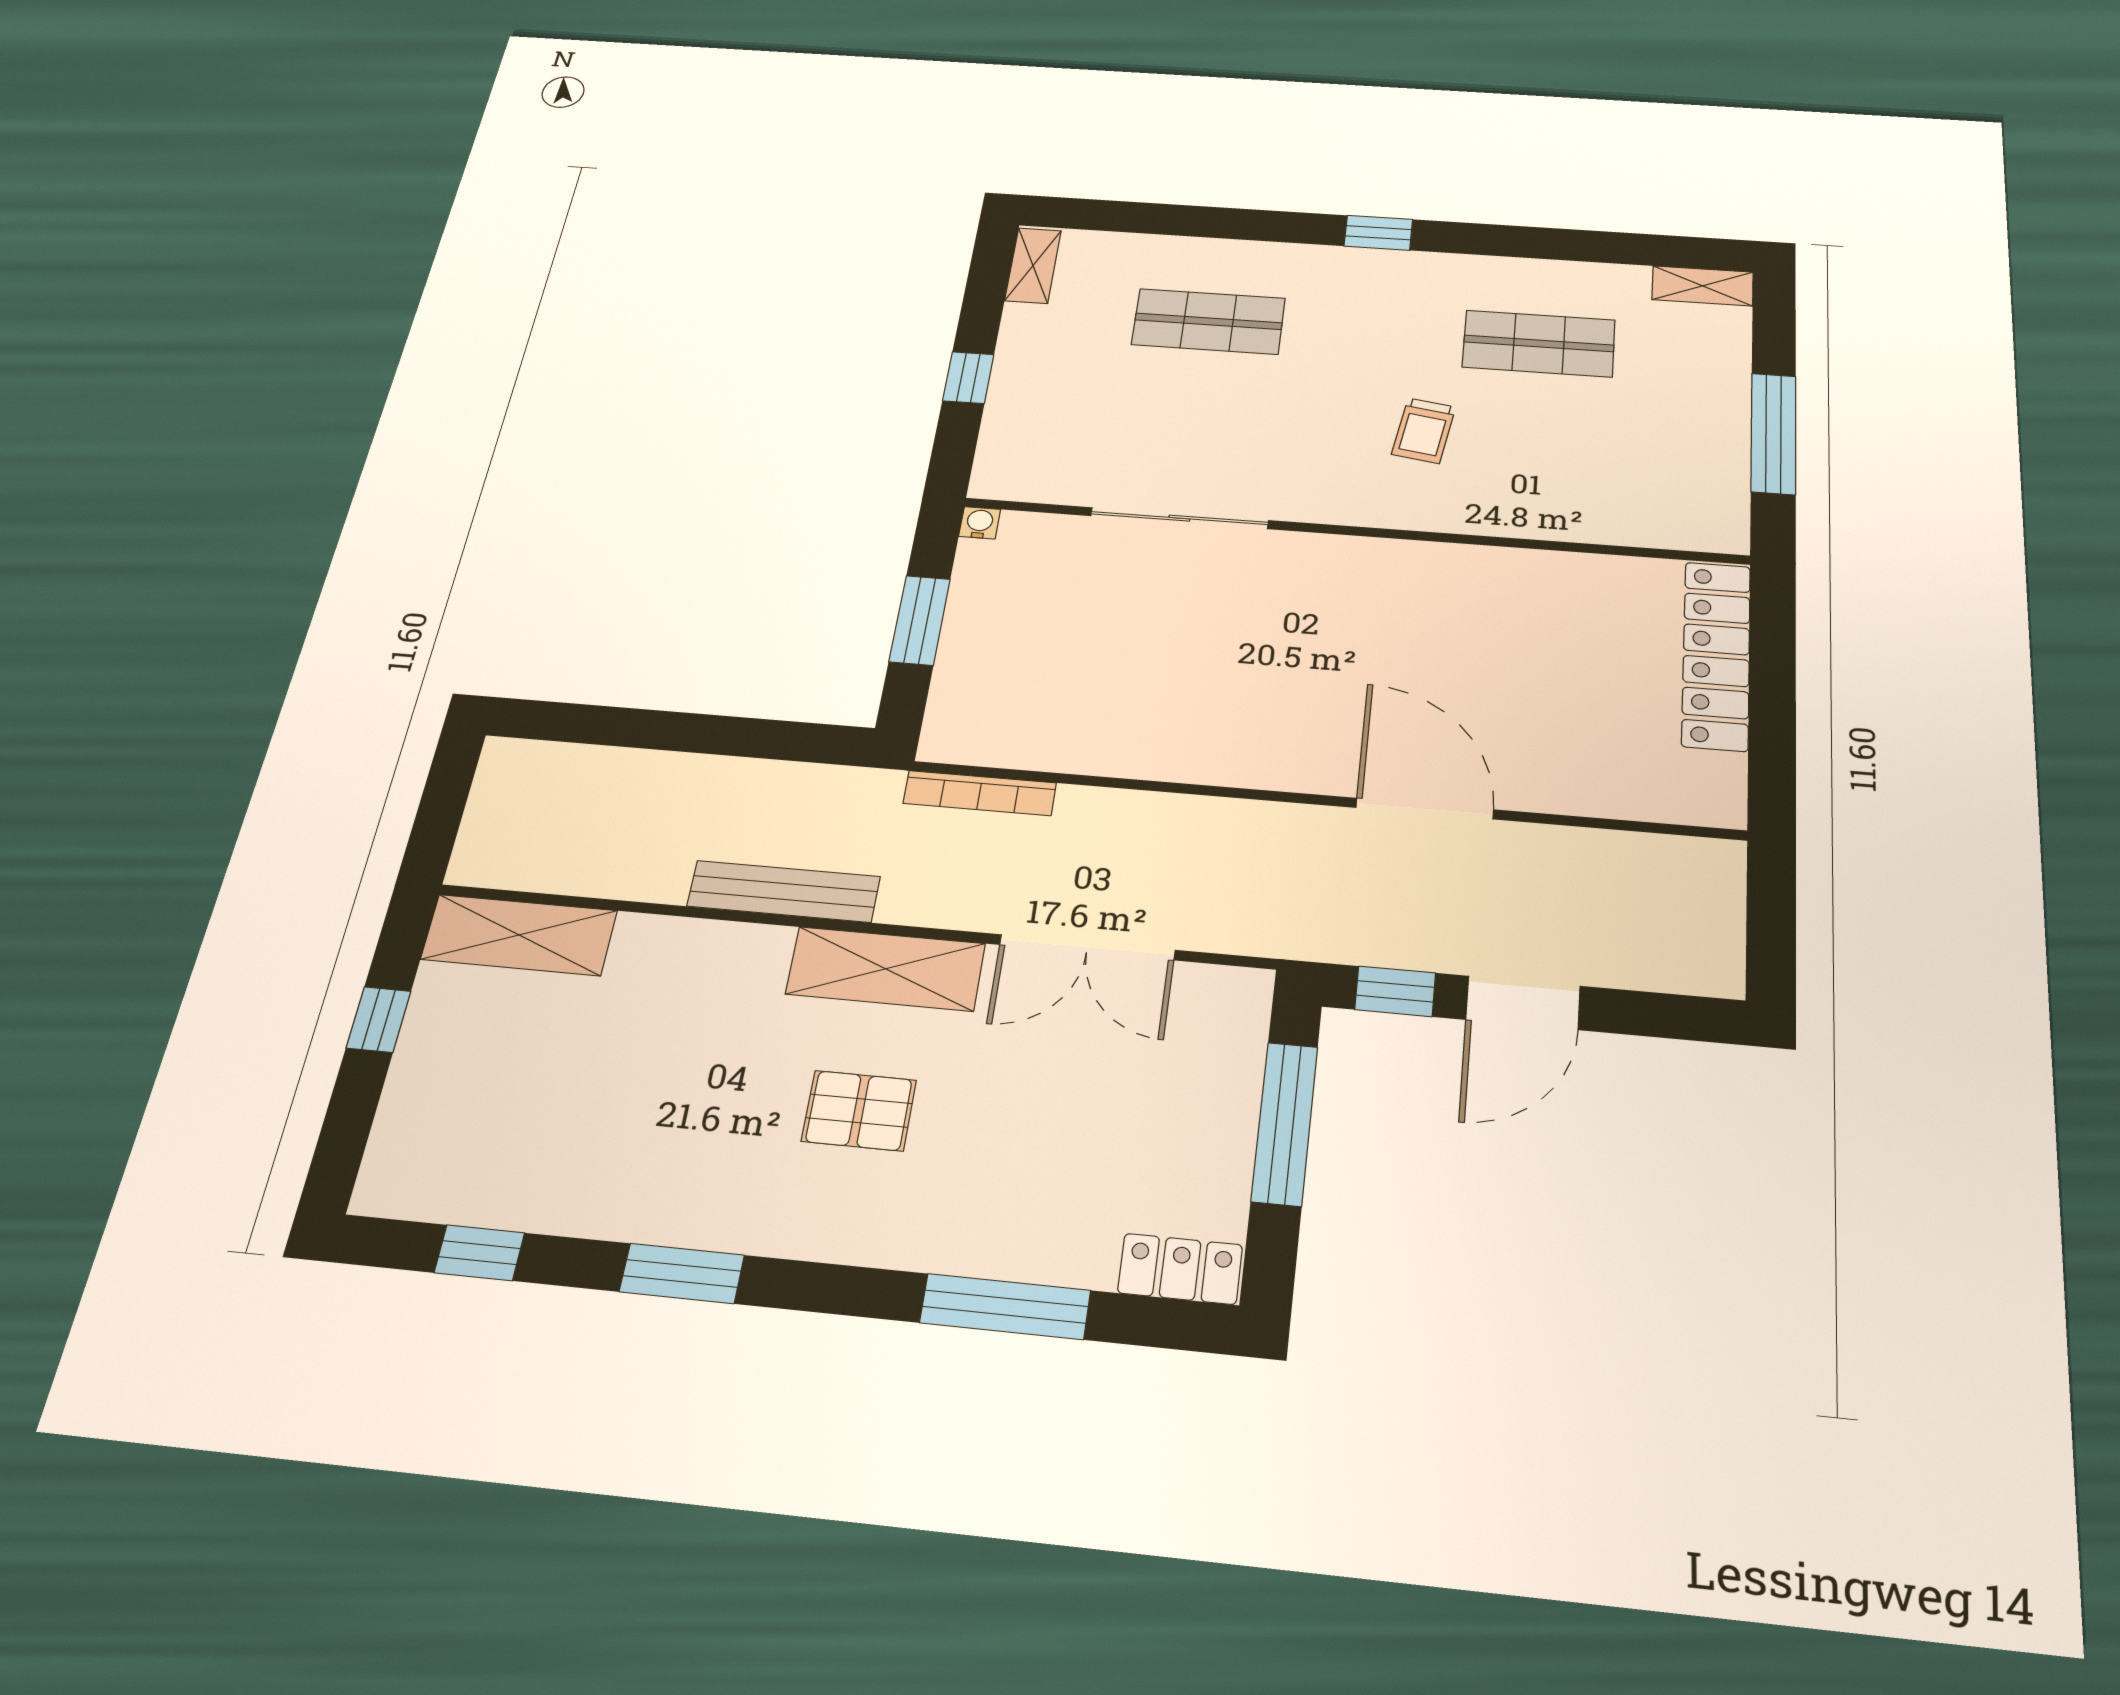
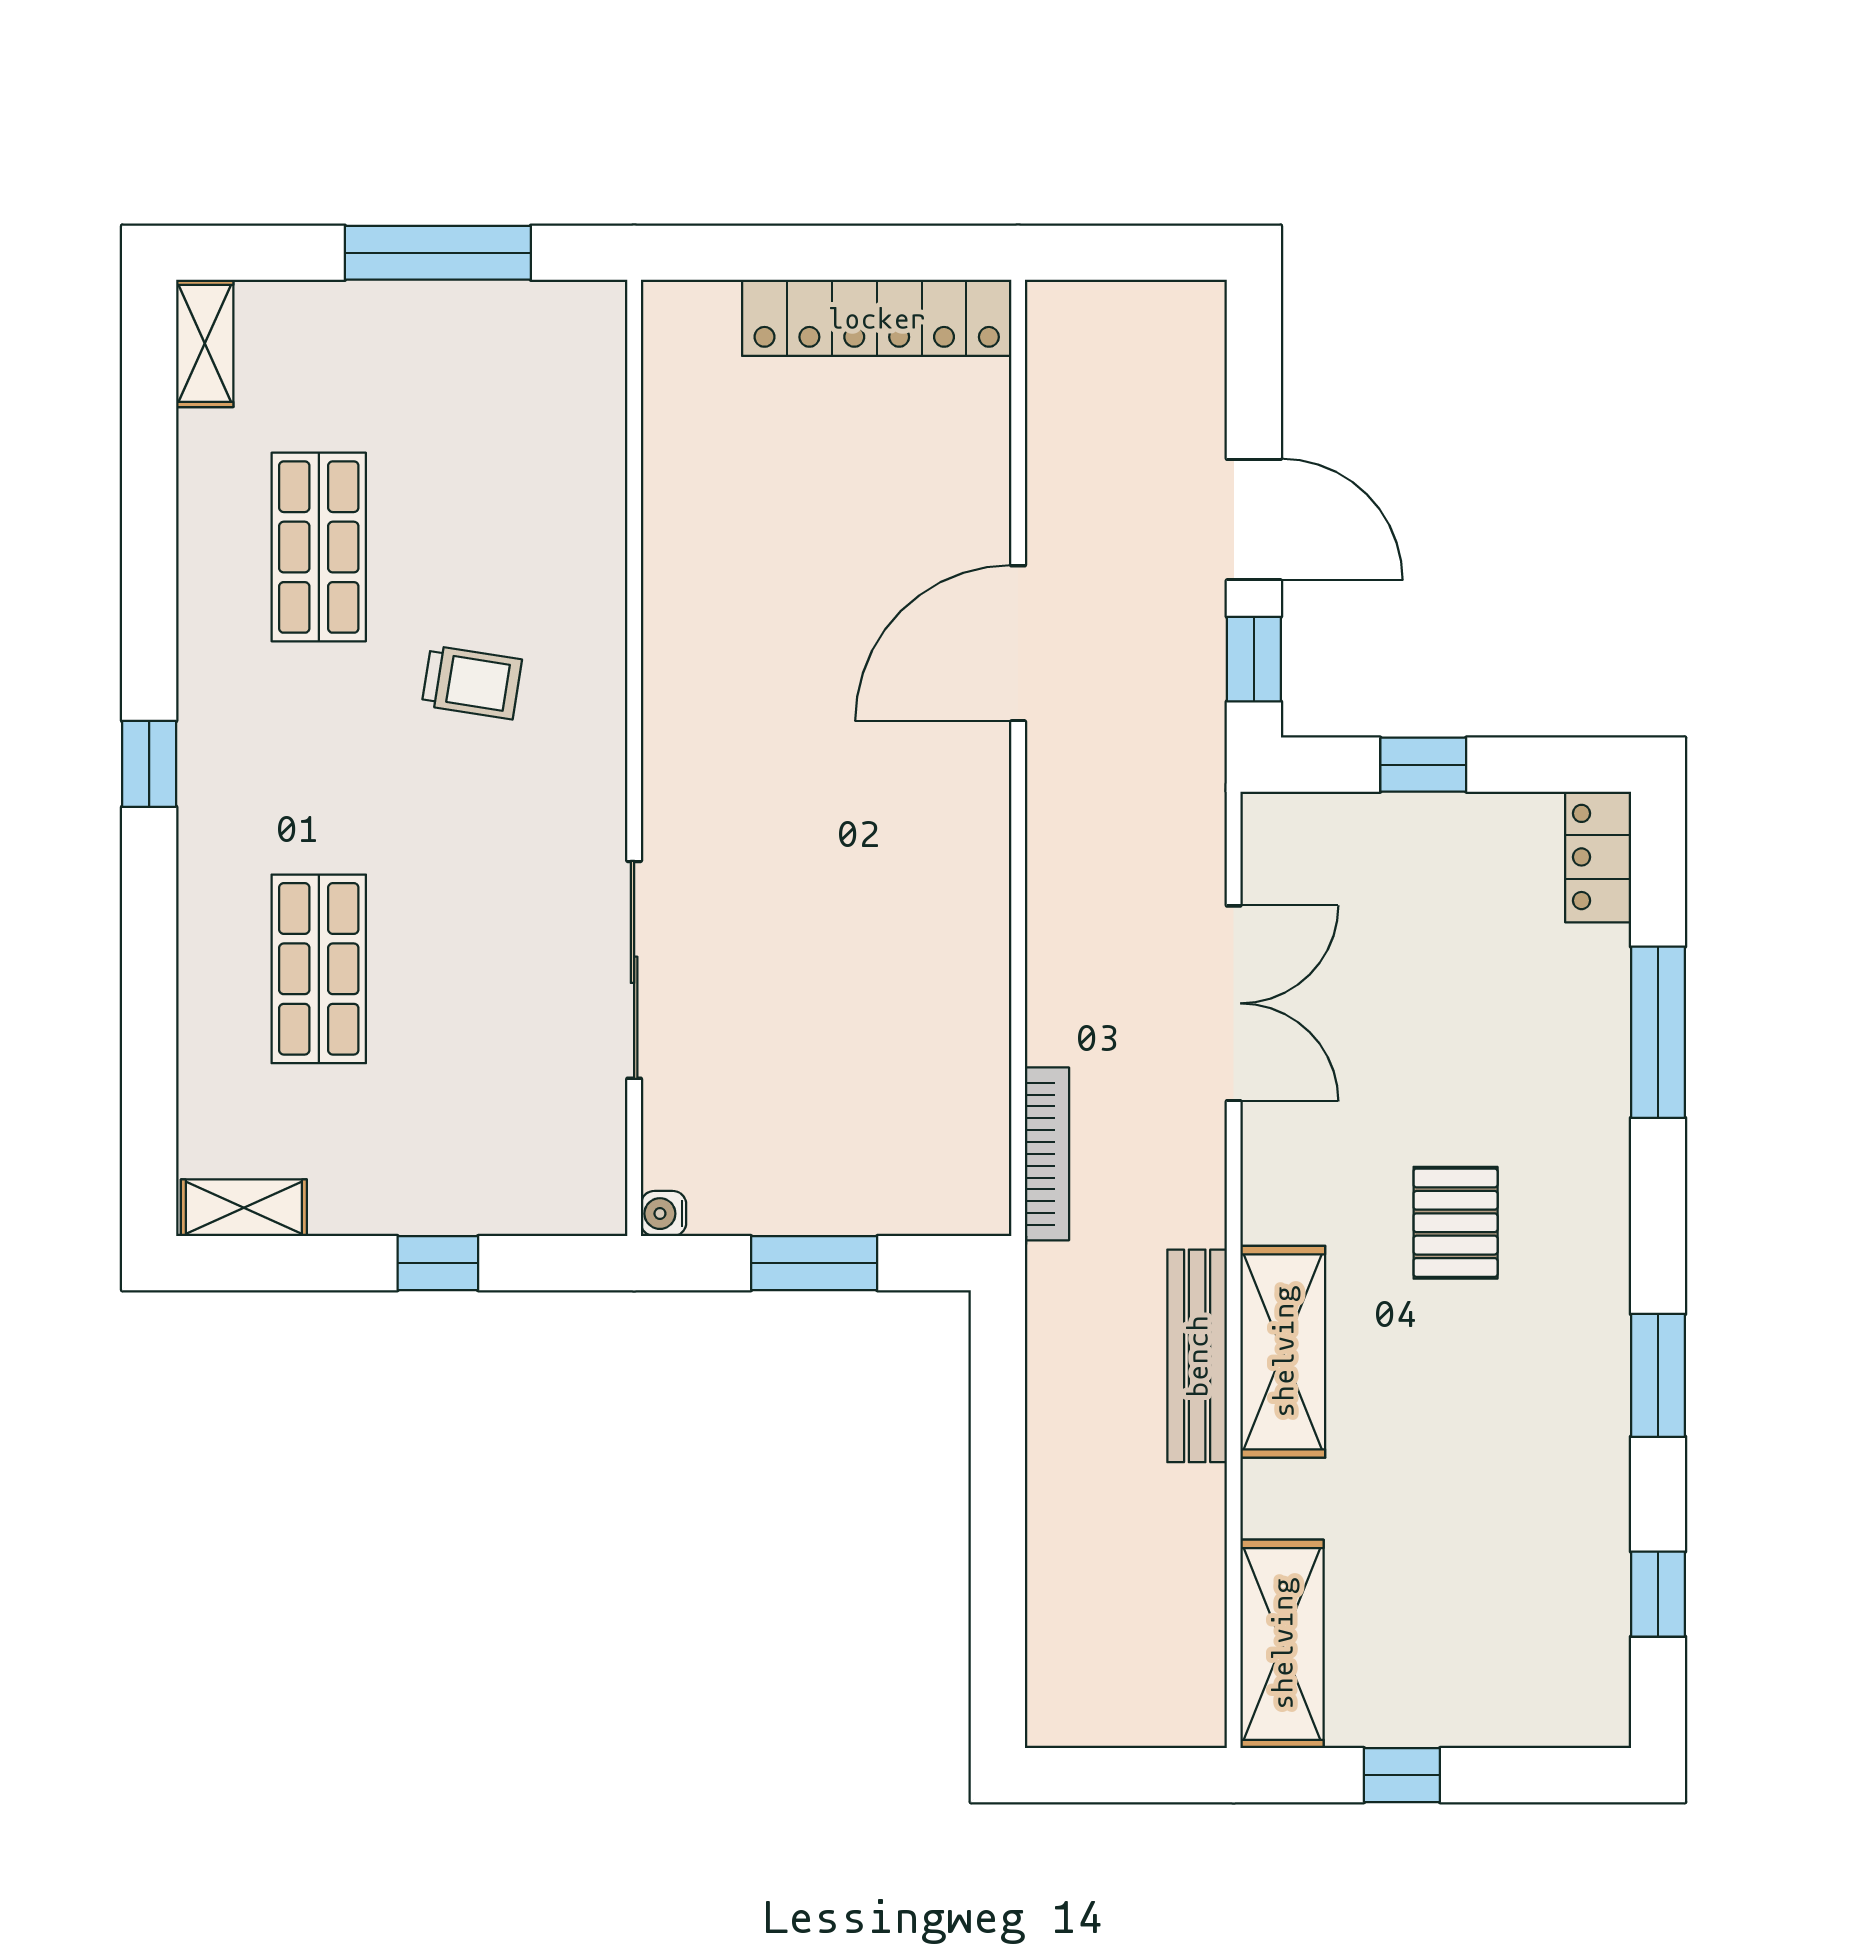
locker: (1716, 655) -> (877, 318), moved
shelving: (886, 969) -> (1283, 1352), moved
window: (1285, 1123) -> (1423, 765), width x0.46

